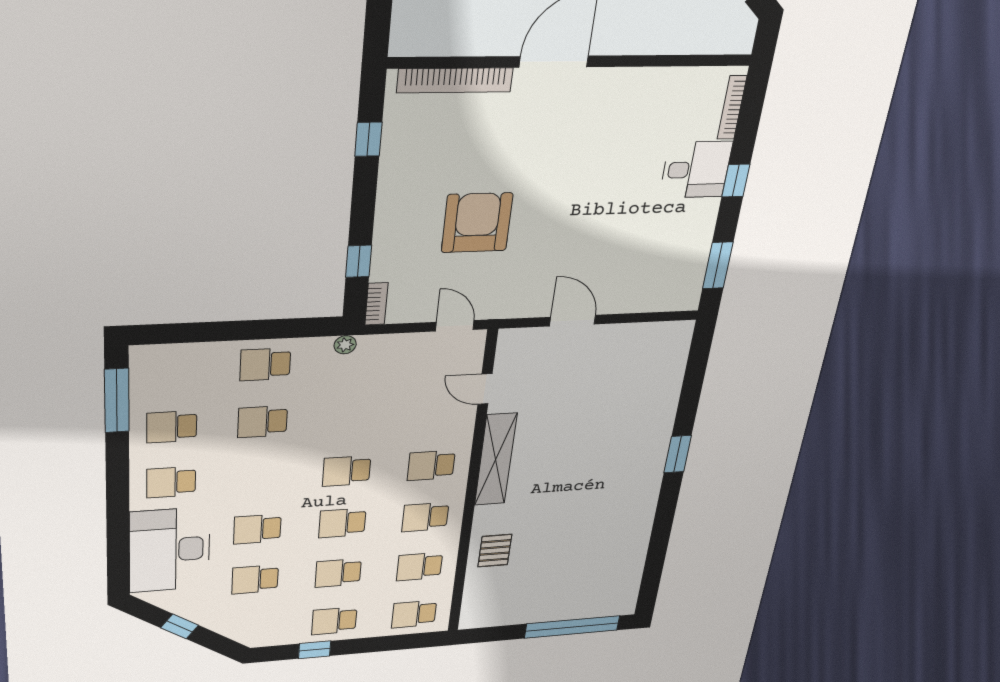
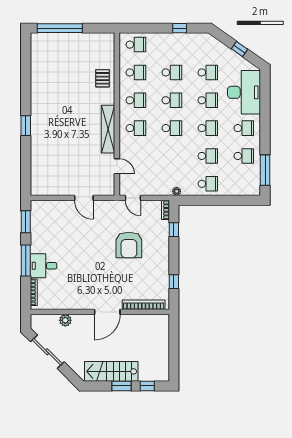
plant: (666, 40) -> (65, 320), added
window: (736, 181) -> (26, 261), width x2.17
school desk: (334, 621) -> (208, 128), moved

